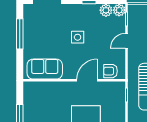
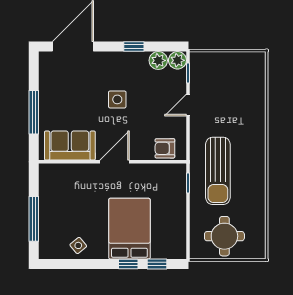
window: (20, 34) -> (34, 112), moved
door: (87, 80) -> (115, 162), moved

